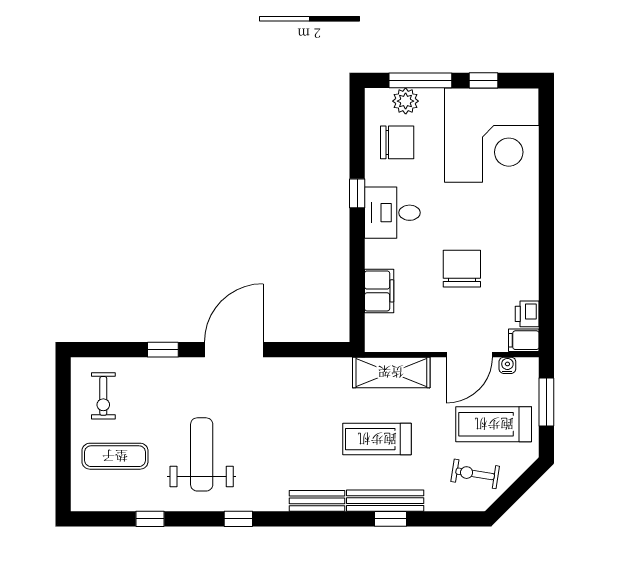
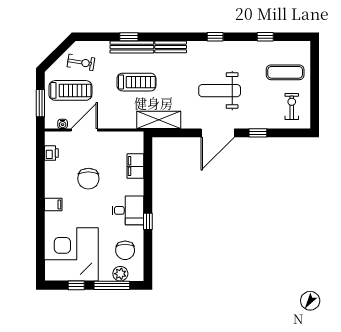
chair: (397, 142) -> (125, 250), turned -90
filing cabinet: (524, 340) -> (53, 204), moved
shelving: (391, 372) -> (159, 120), moved
weight bench: (202, 454) -> (220, 91), moved, turned 90

